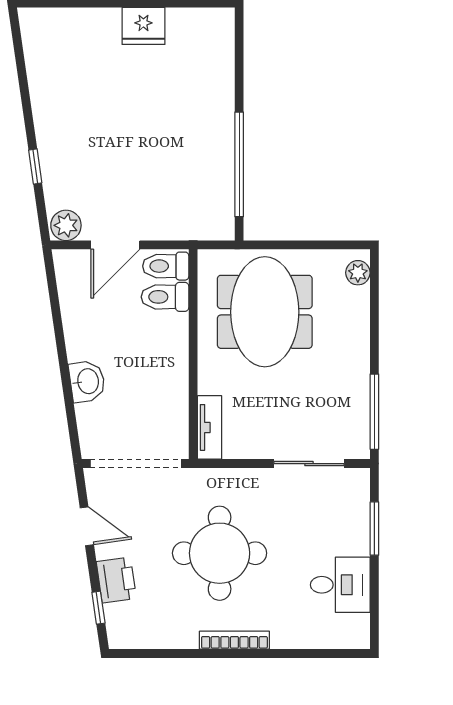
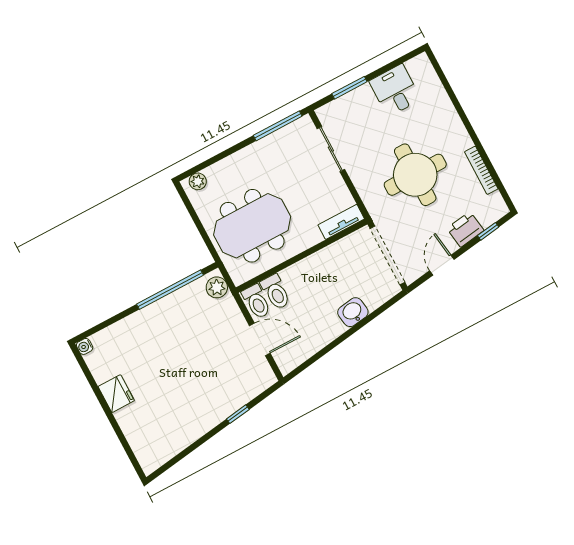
water cooler: (225, 18) -> (85, 346), added
plant: (66, 225) -> (217, 287), moved
bookcase: (234, 640) -> (481, 170), moved

